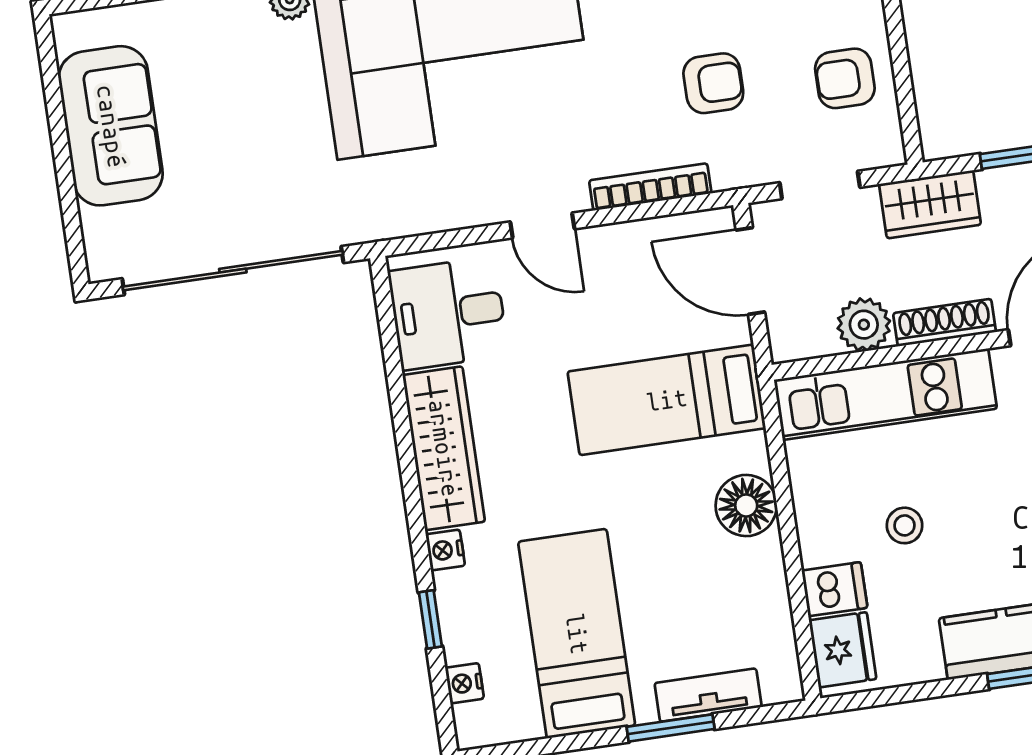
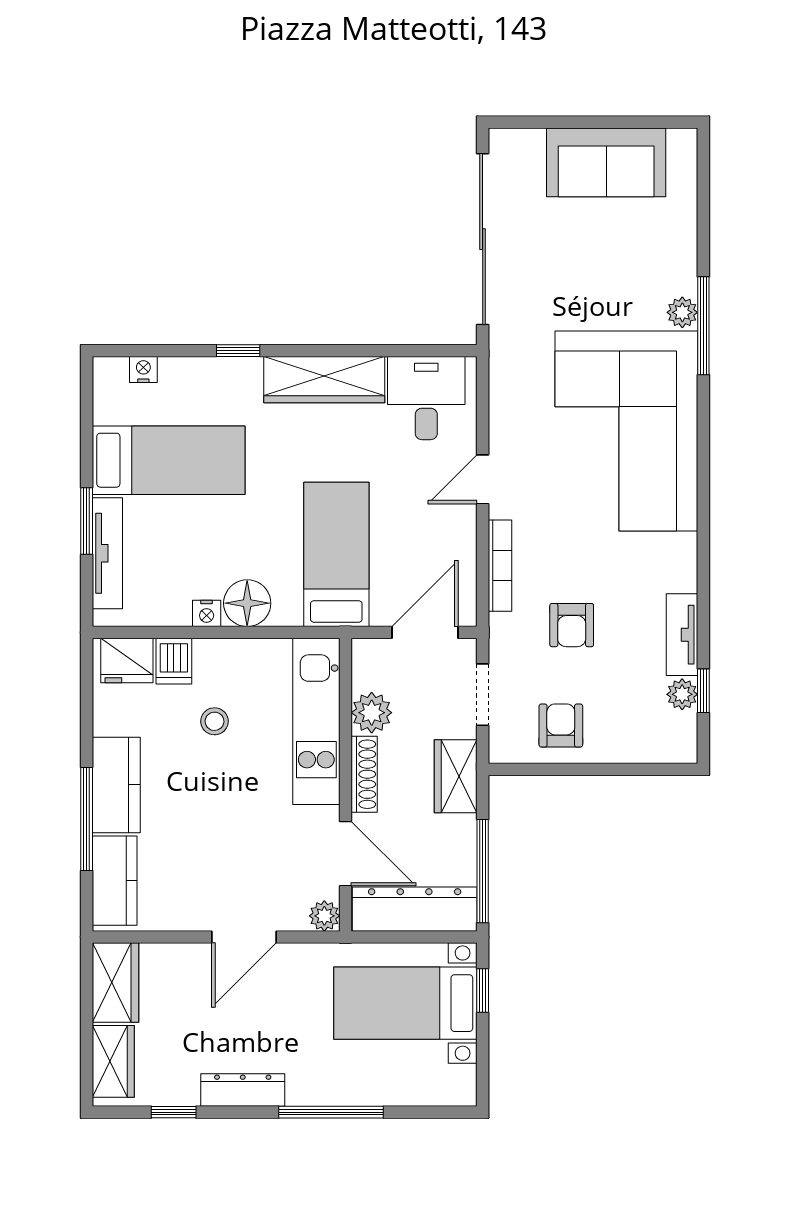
nightstand: (445, 550) -> (207, 613), moved, turned 180
window: (430, 619) -> (238, 351), moved
tv unit: (708, 695) -> (107, 553), width x1.41

